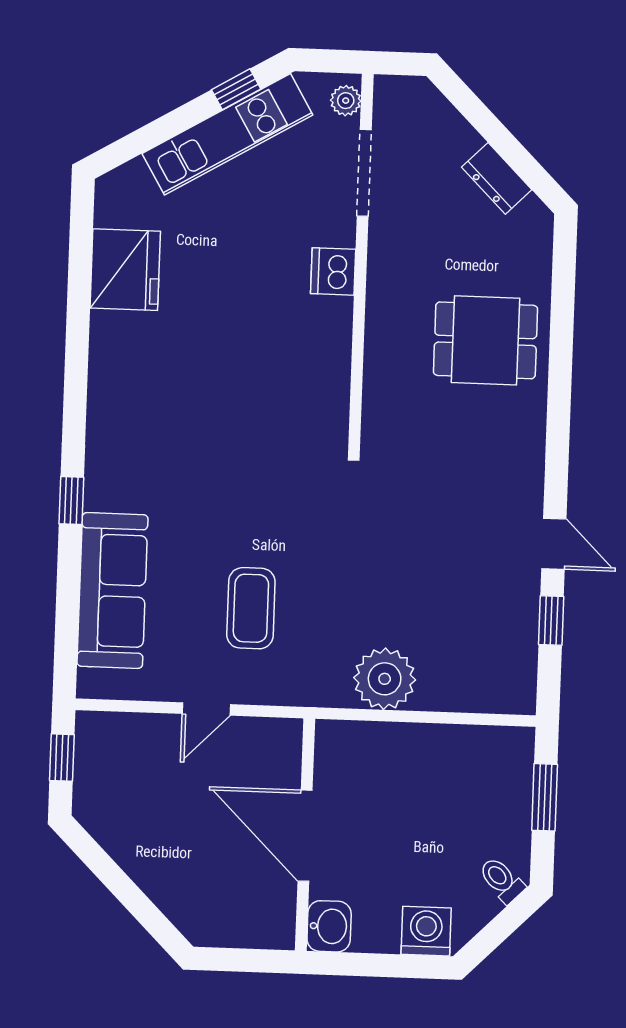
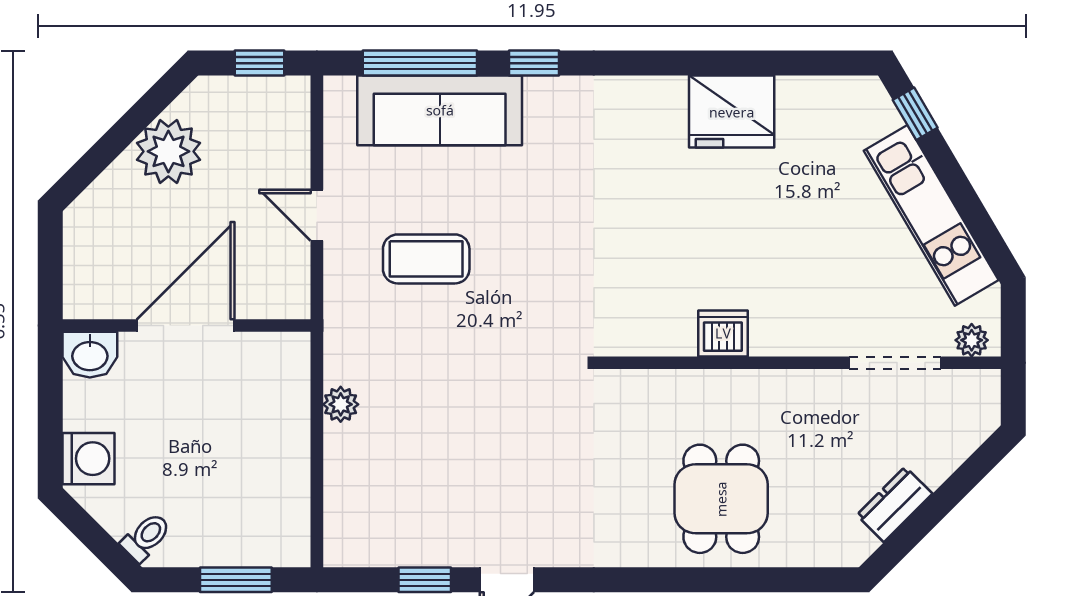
window: (236, 89) -> (915, 114), moved
fridge: (125, 270) -> (732, 112), moved
dishwasher: (333, 271) -> (723, 333), moved
window: (67, 607) -> (420, 63), added
plant: (385, 679) -> (341, 404), width x0.53, depth x0.53
plant: (141, 846) -> (168, 151), added

